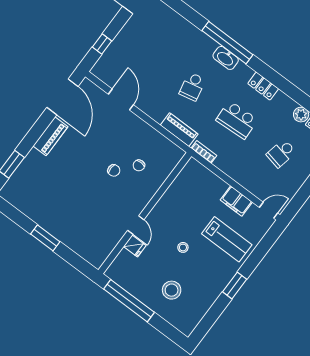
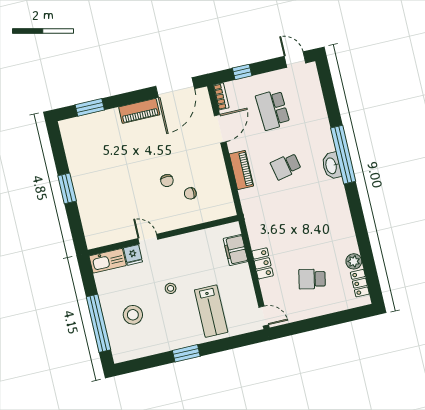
locker: (263, 86) -> (263, 263), moved, turned 180
school desk: (237, 120) -> (273, 110), moved
piano: (179, 130) -> (241, 170), moved
bookcase: (204, 152) -> (221, 96), moved
filing cabinet: (236, 201) -> (236, 250), moved
door: (136, 225) -> (148, 239), swing flipped
kitchen sink: (120, 266) -> (108, 261), added
window: (129, 301) -> (98, 323), moved

